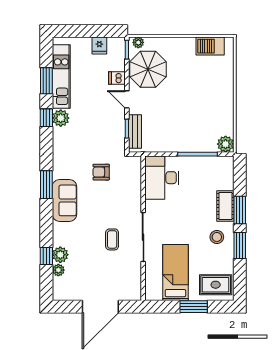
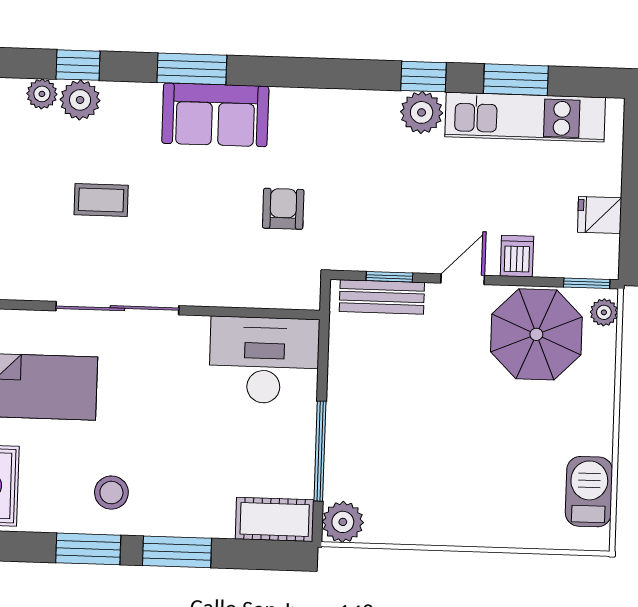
window: (46, 185) -> (192, 69), moved
cot: (225, 206) -> (275, 519), moved
coffee table: (112, 239) -> (101, 200), moved

